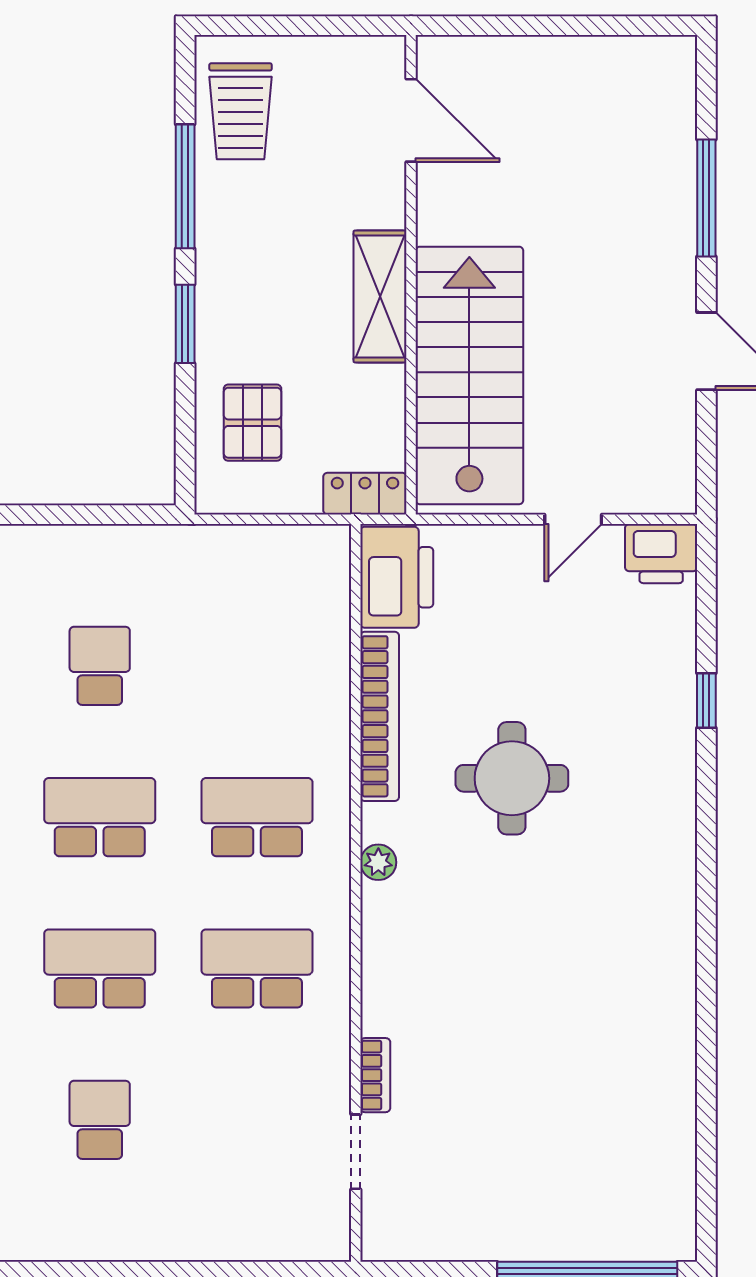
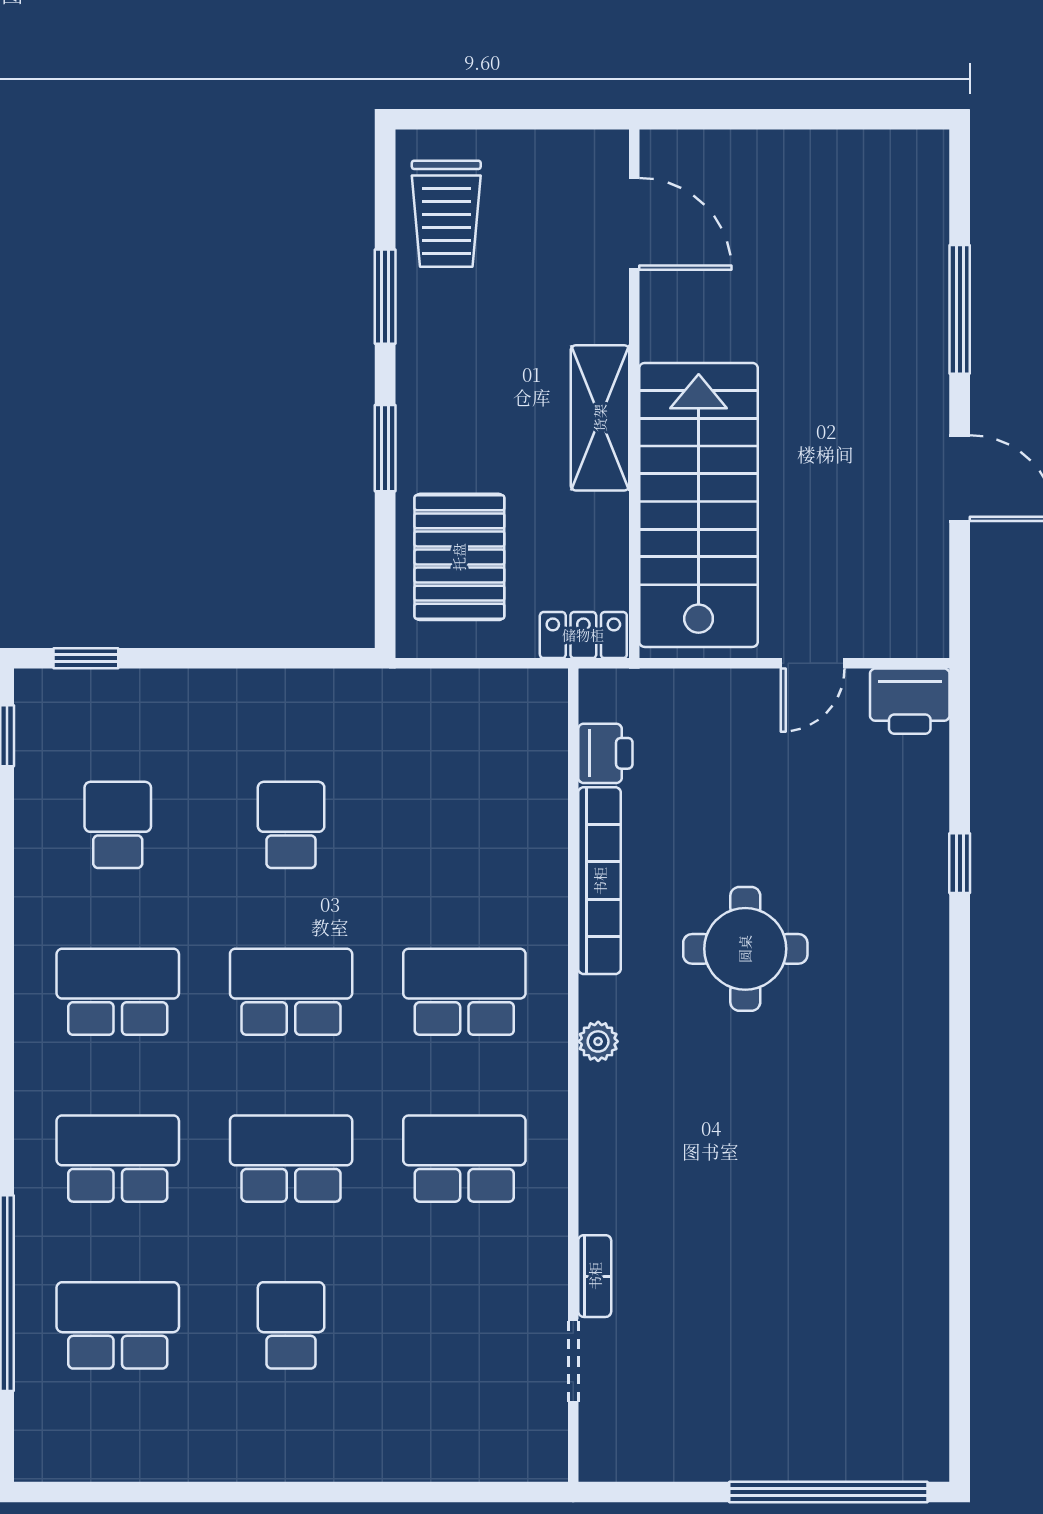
window: (185, 186) -> (385, 297), width x0.69
pallet: (253, 423) -> (459, 557), width x1.50, depth x1.42
printer: (397, 577) -> (605, 753), width x0.53, depth x0.68

